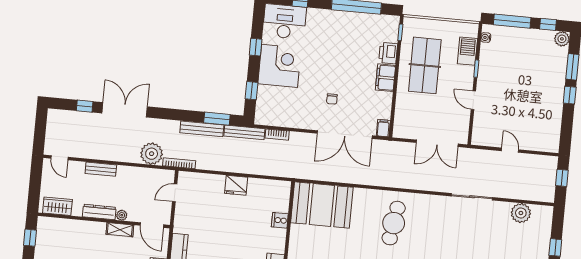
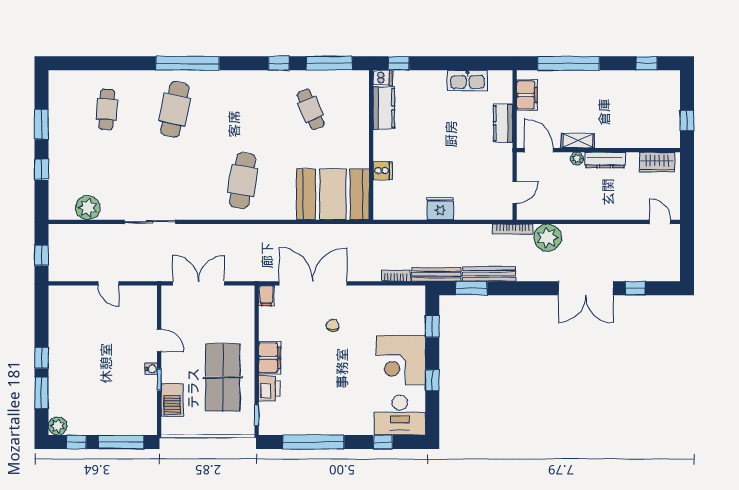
water cooler: (486, 38) -> (151, 369), moved
bench: (101, 169) -> (608, 213), removed

